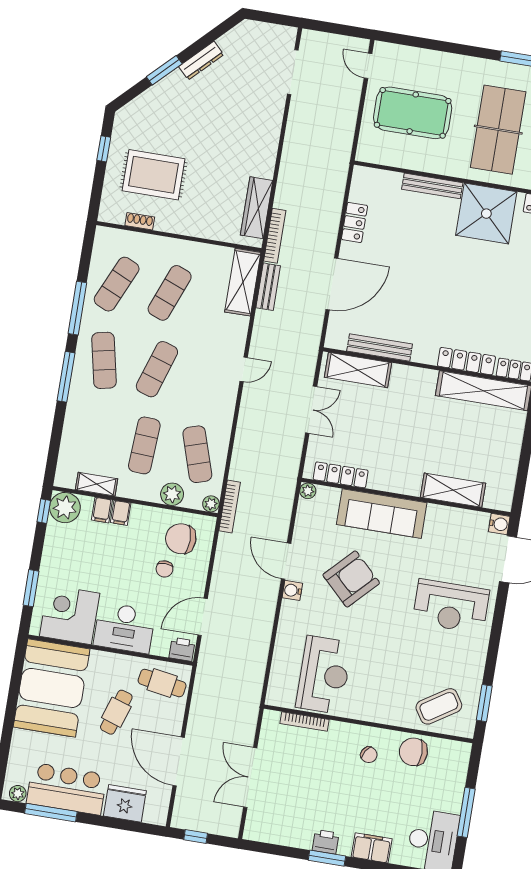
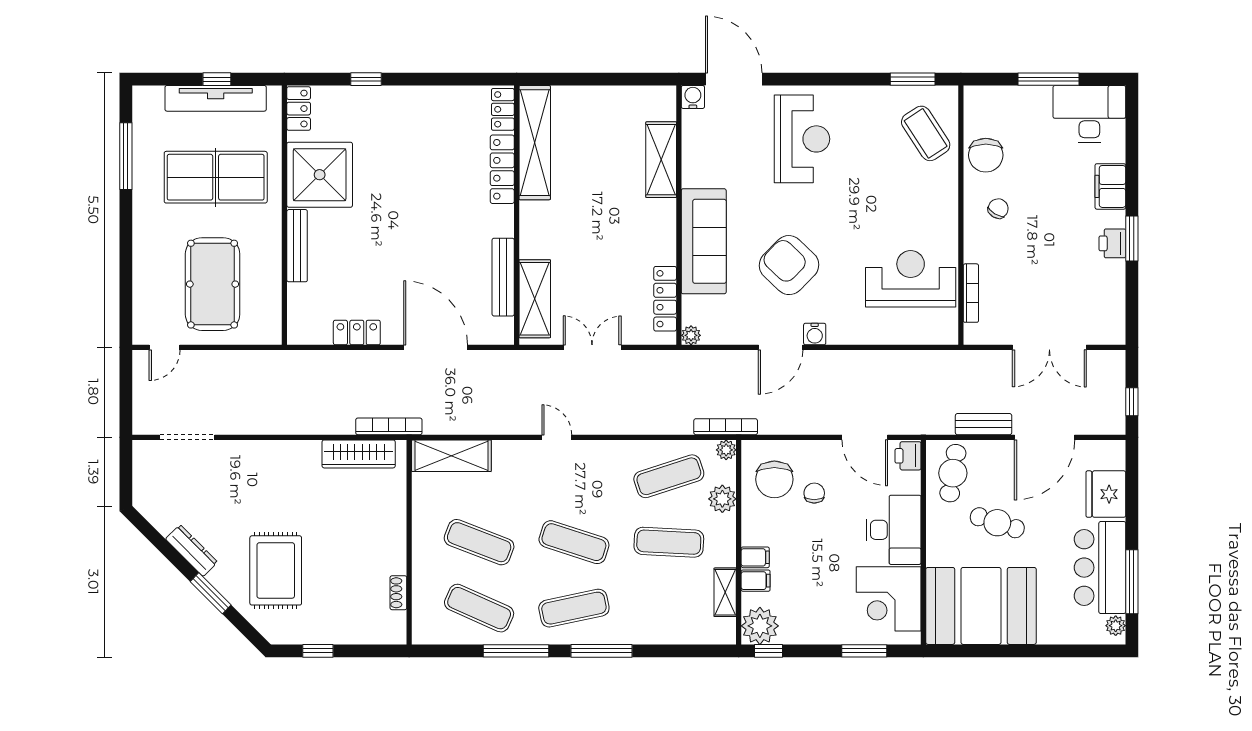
rug: (154, 175) -> (276, 570), moved
bench: (268, 287) -> (984, 424), moved
chair: (164, 569) -> (814, 493), turned -90

